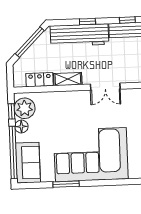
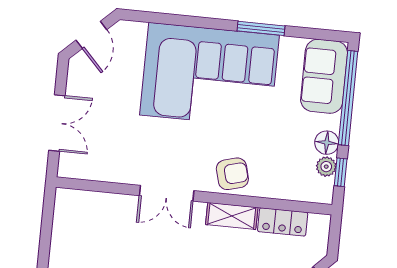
double door: (105, 87) -> (167, 193), swing flipped
armchair: (71, 102) -> (232, 174), added
plant: (25, 108) -> (326, 167), width x0.53, depth x0.53

